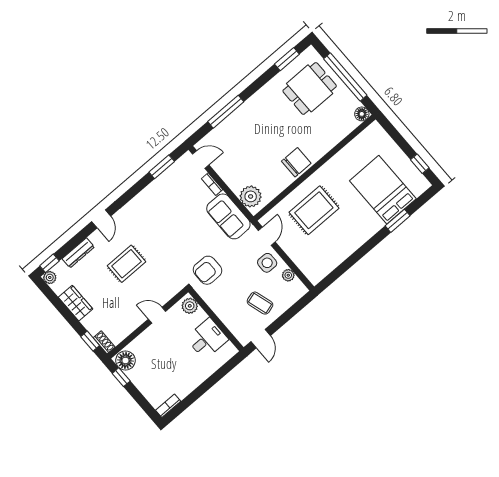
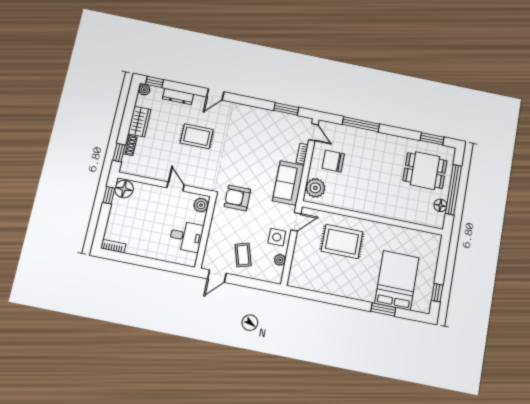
floor lamp: (362, 114) -> (440, 205), moved
chair: (296, 162) -> (333, 161), moved, turned 180
shoe rack: (104, 342) -> (130, 145), moved

